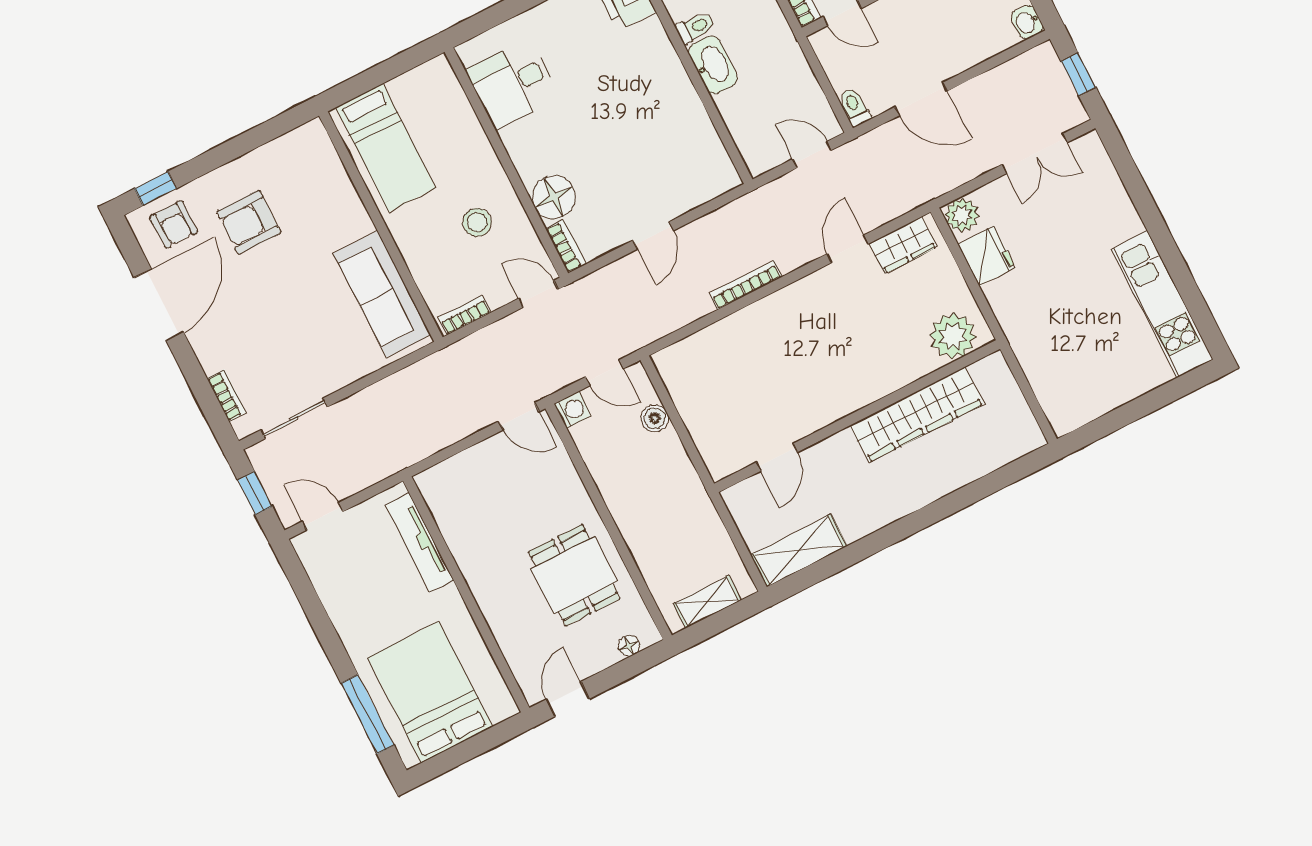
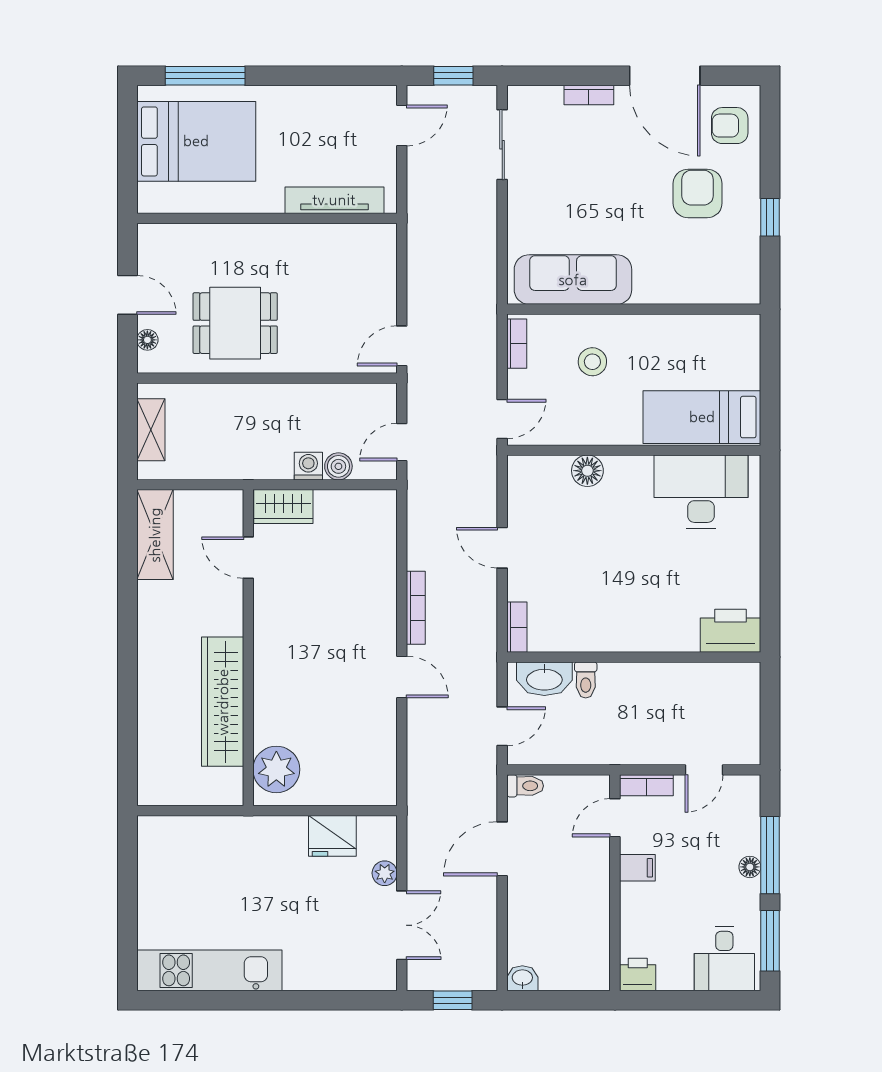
toilet: (695, 27) -> (586, 680), moved
washbasin: (713, 65) -> (544, 679), moved
desk: (513, 84) -> (701, 492), width x1.37
bed: (386, 148) -> (702, 417), moved
double door: (1035, 154) -> (402, 925), swing flipped
window: (155, 188) -> (770, 217), moved
floor lamp: (554, 197) -> (587, 471), width x0.73, depth x0.73
plant: (962, 215) -> (385, 873), moved, width x0.73, depth x0.73
stool: (477, 222) -> (592, 362), moved
wardrobe: (903, 245) -> (283, 507), moved, turned -90
bookcase: (566, 246) -> (517, 627), moved, turned -90
door: (848, 249) -> (402, 677), moved
bookcase: (227, 396) -> (589, 95), moved
washing machine: (573, 410) -> (308, 466), moved, turned 180
door: (568, 699) -> (128, 295), moved

